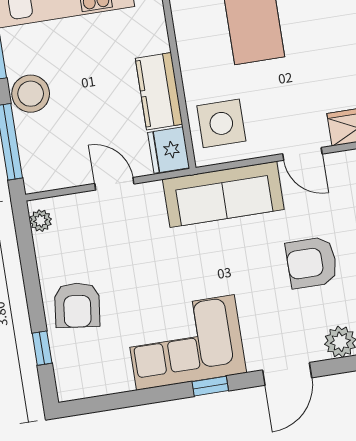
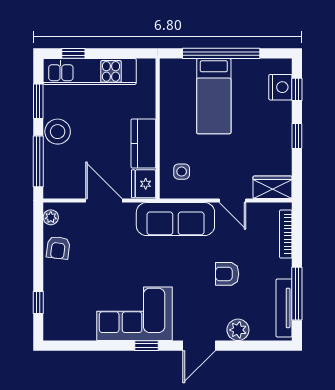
side table: (221, 123) -> (182, 172), width x0.54, depth x0.54
door: (114, 184) -> (104, 200), width x1.38
armchair: (312, 263) -> (227, 274), width x0.72, depth x0.72
armchair: (77, 305) -> (58, 248), moved, width x0.72, depth x0.72

